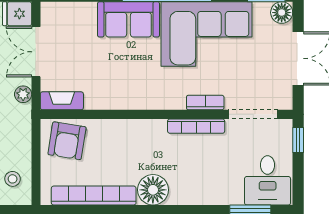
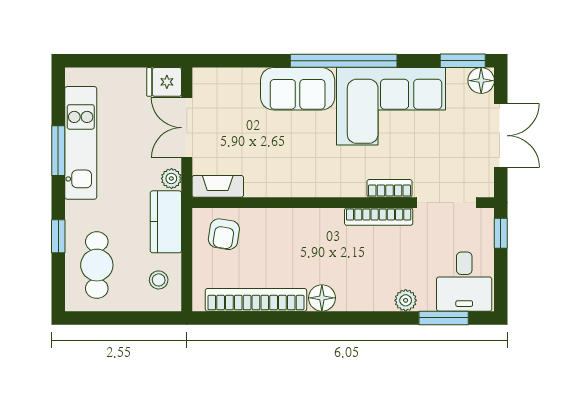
kitchen counter: (19, 130) -> (166, 222), added
armchair: (67, 141) -> (224, 234), width x0.72, depth x0.72
floor lamp: (153, 190) -> (322, 298), width x0.73, depth x0.73
plant: (219, 196) -> (406, 300), added

